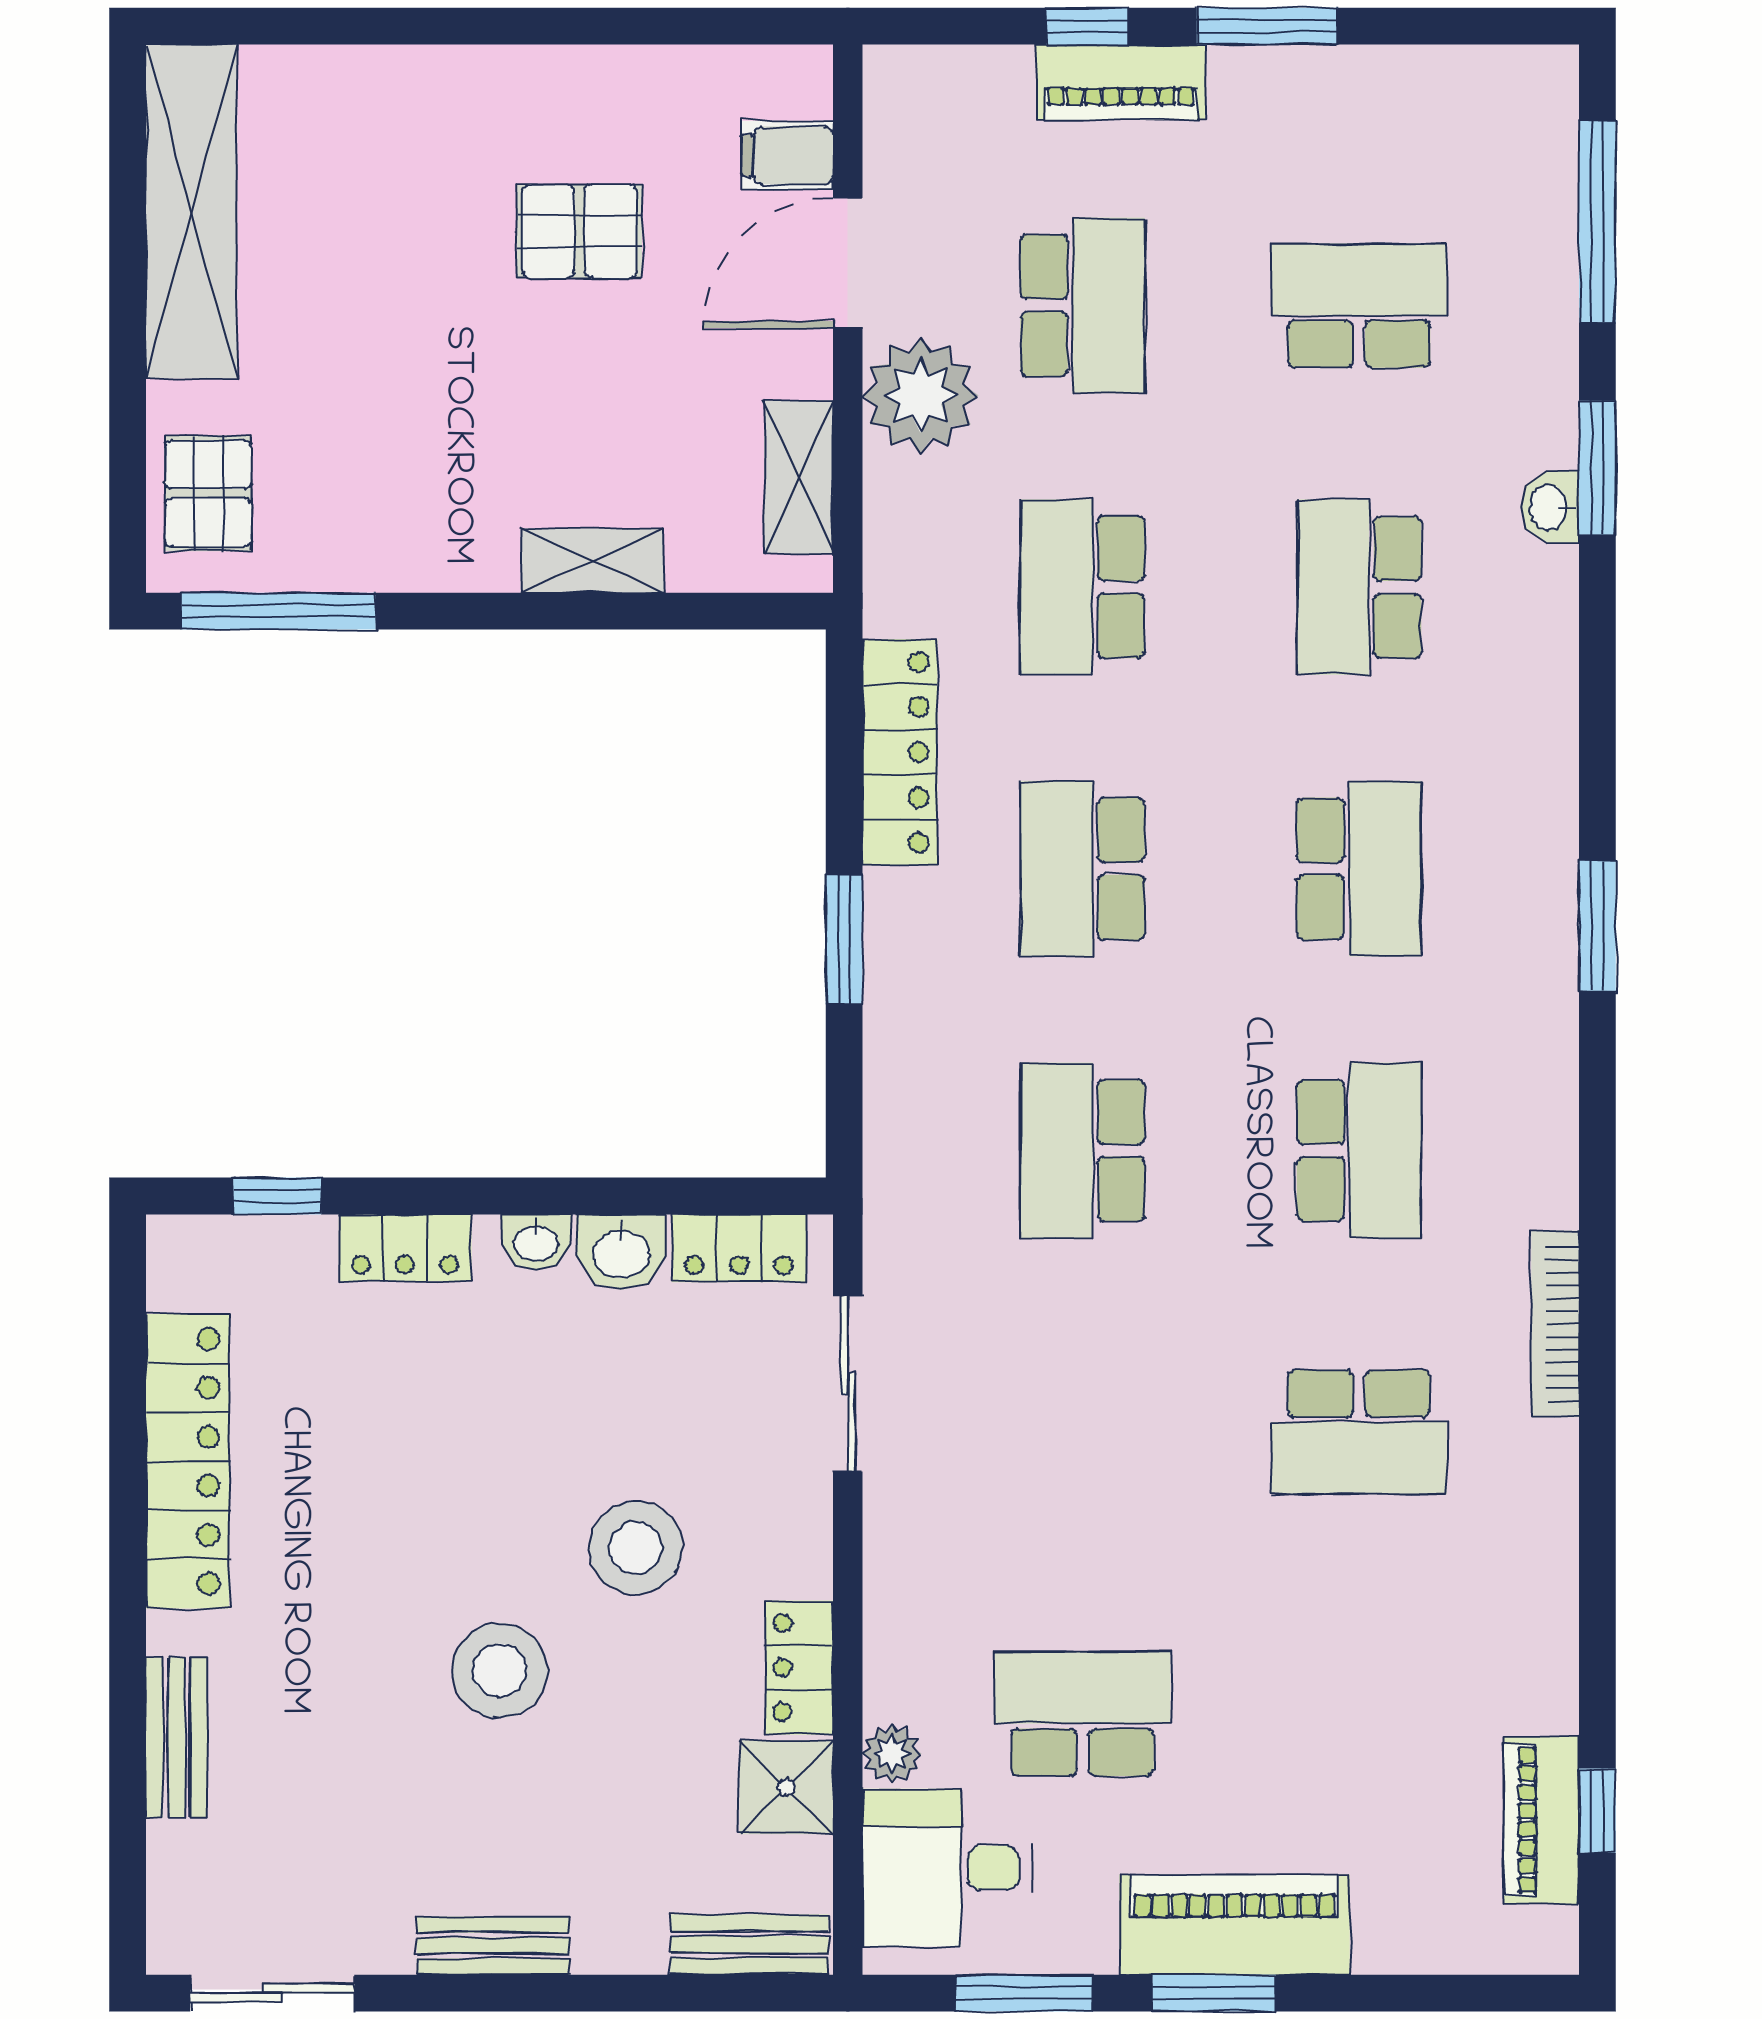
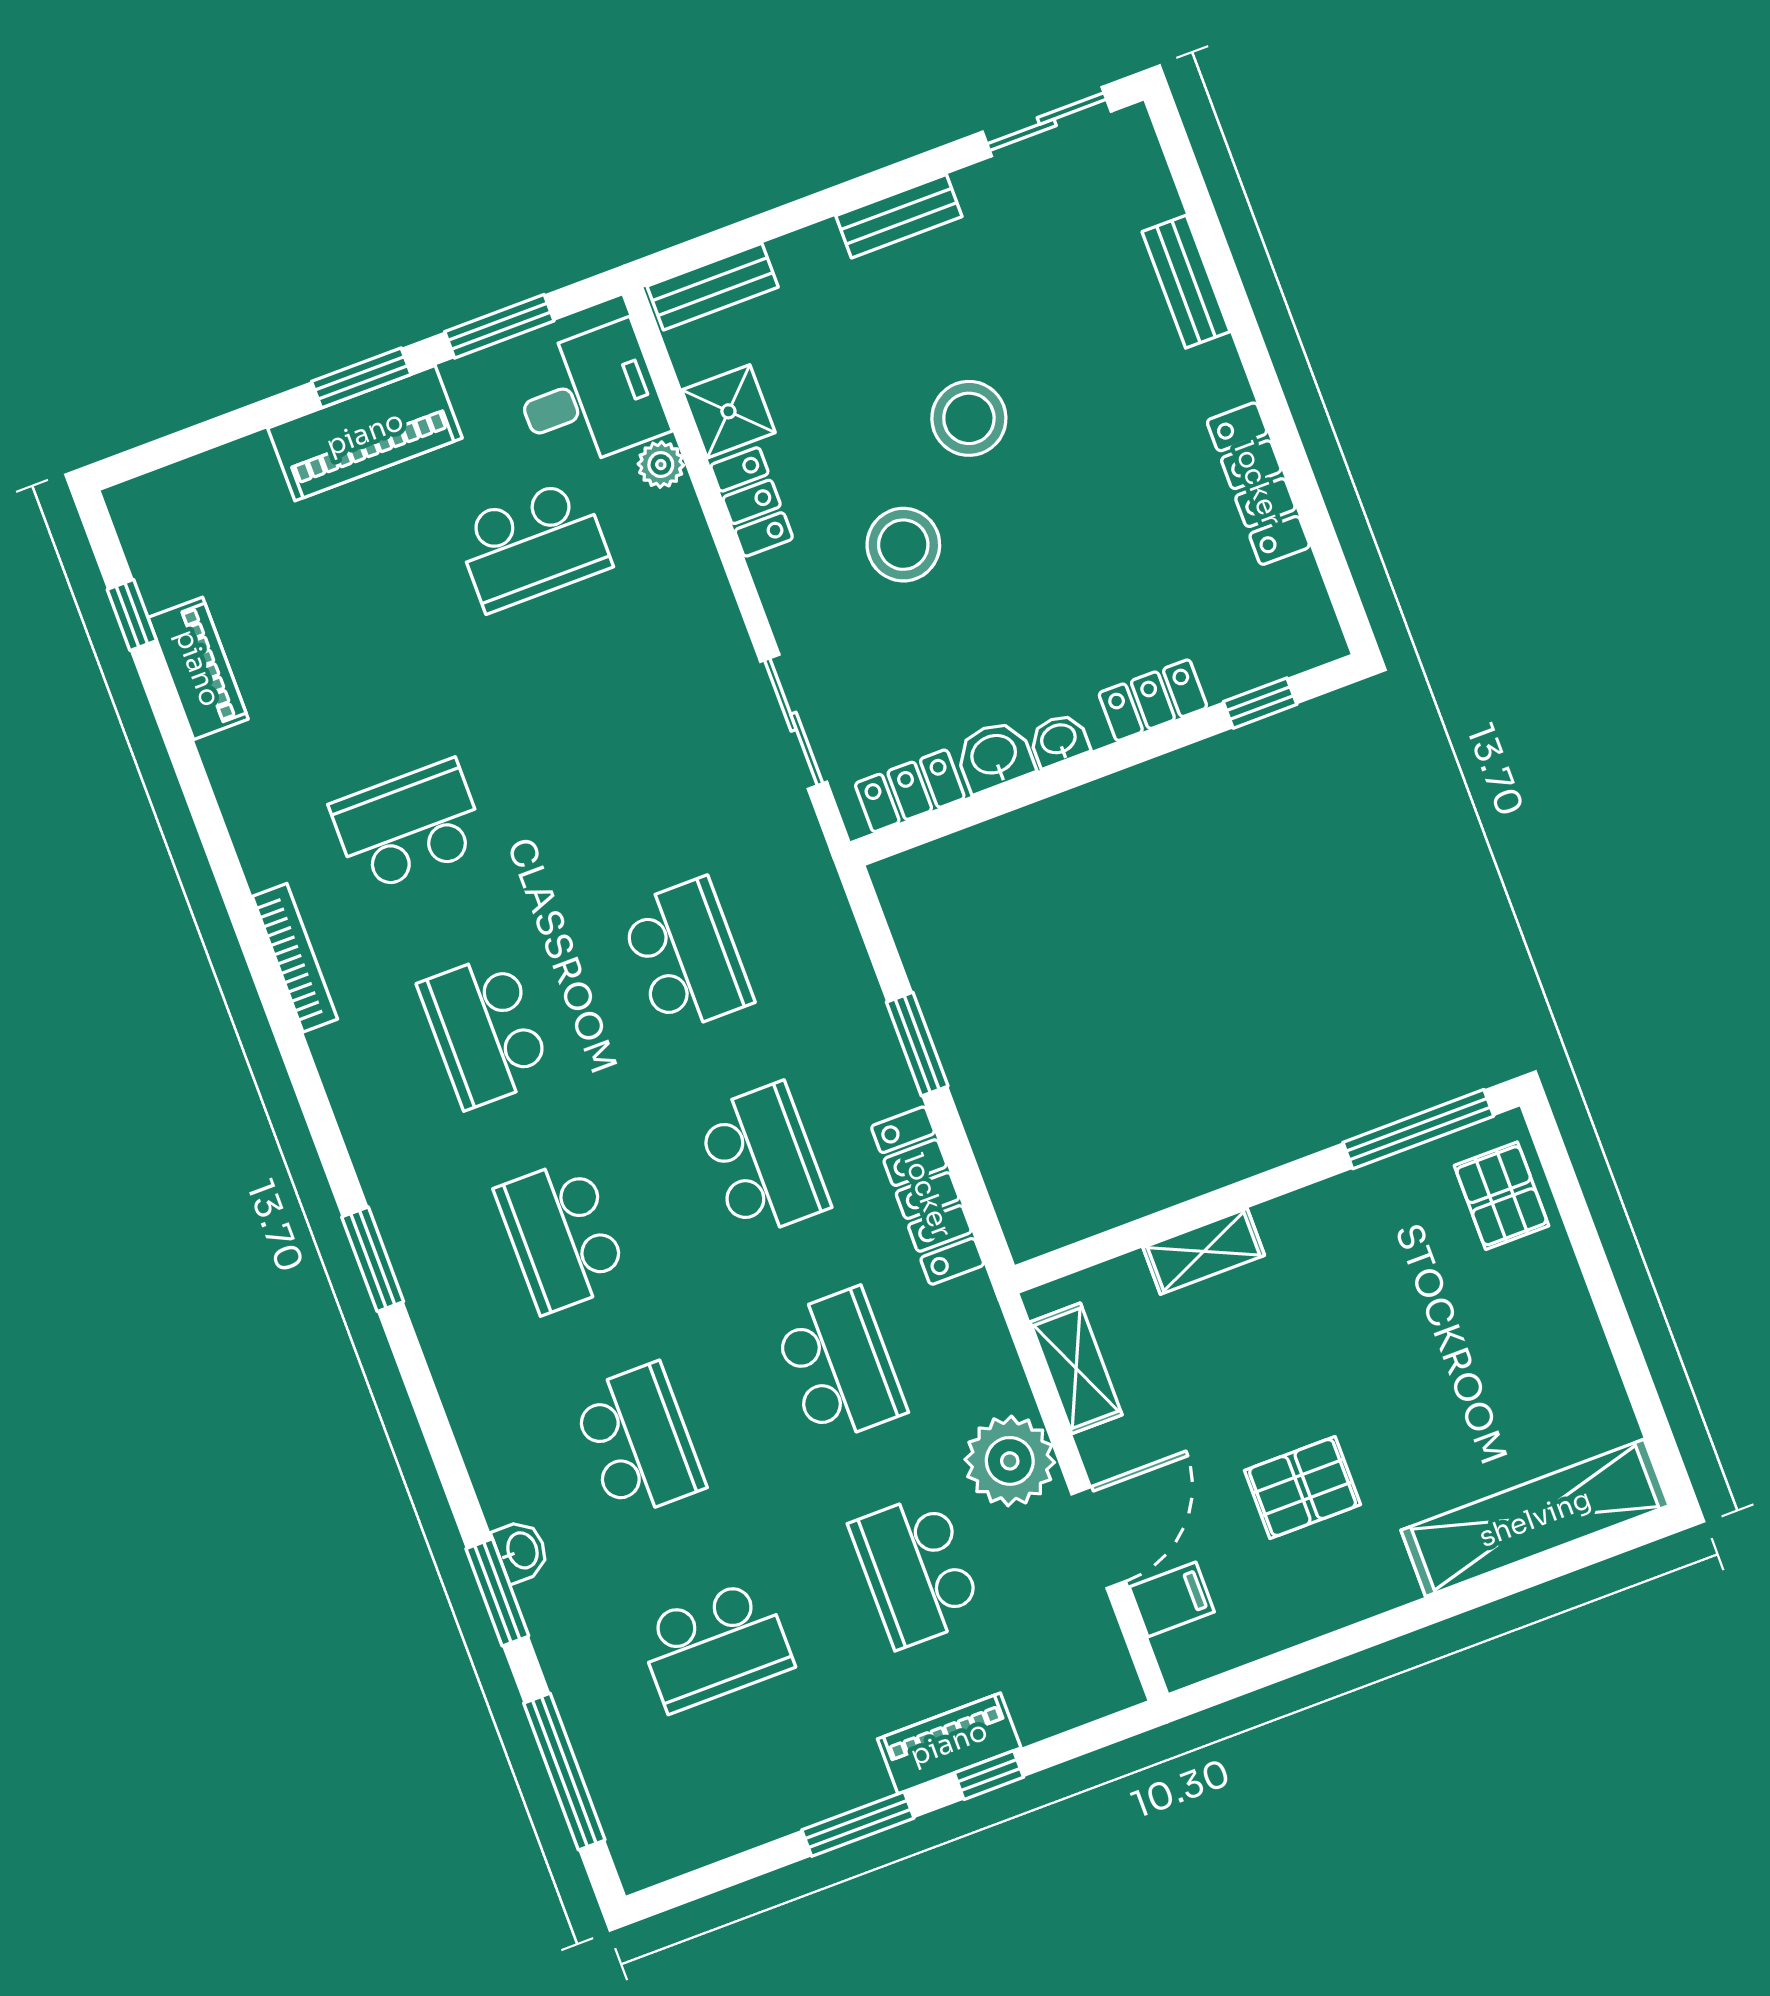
shelving: (191, 212) -> (1535, 1518), moved, turned 90
locker: (188, 1461) -> (1258, 484), width x0.71, depth x0.83
piano: (1542, 1820) -> (198, 668), moved

